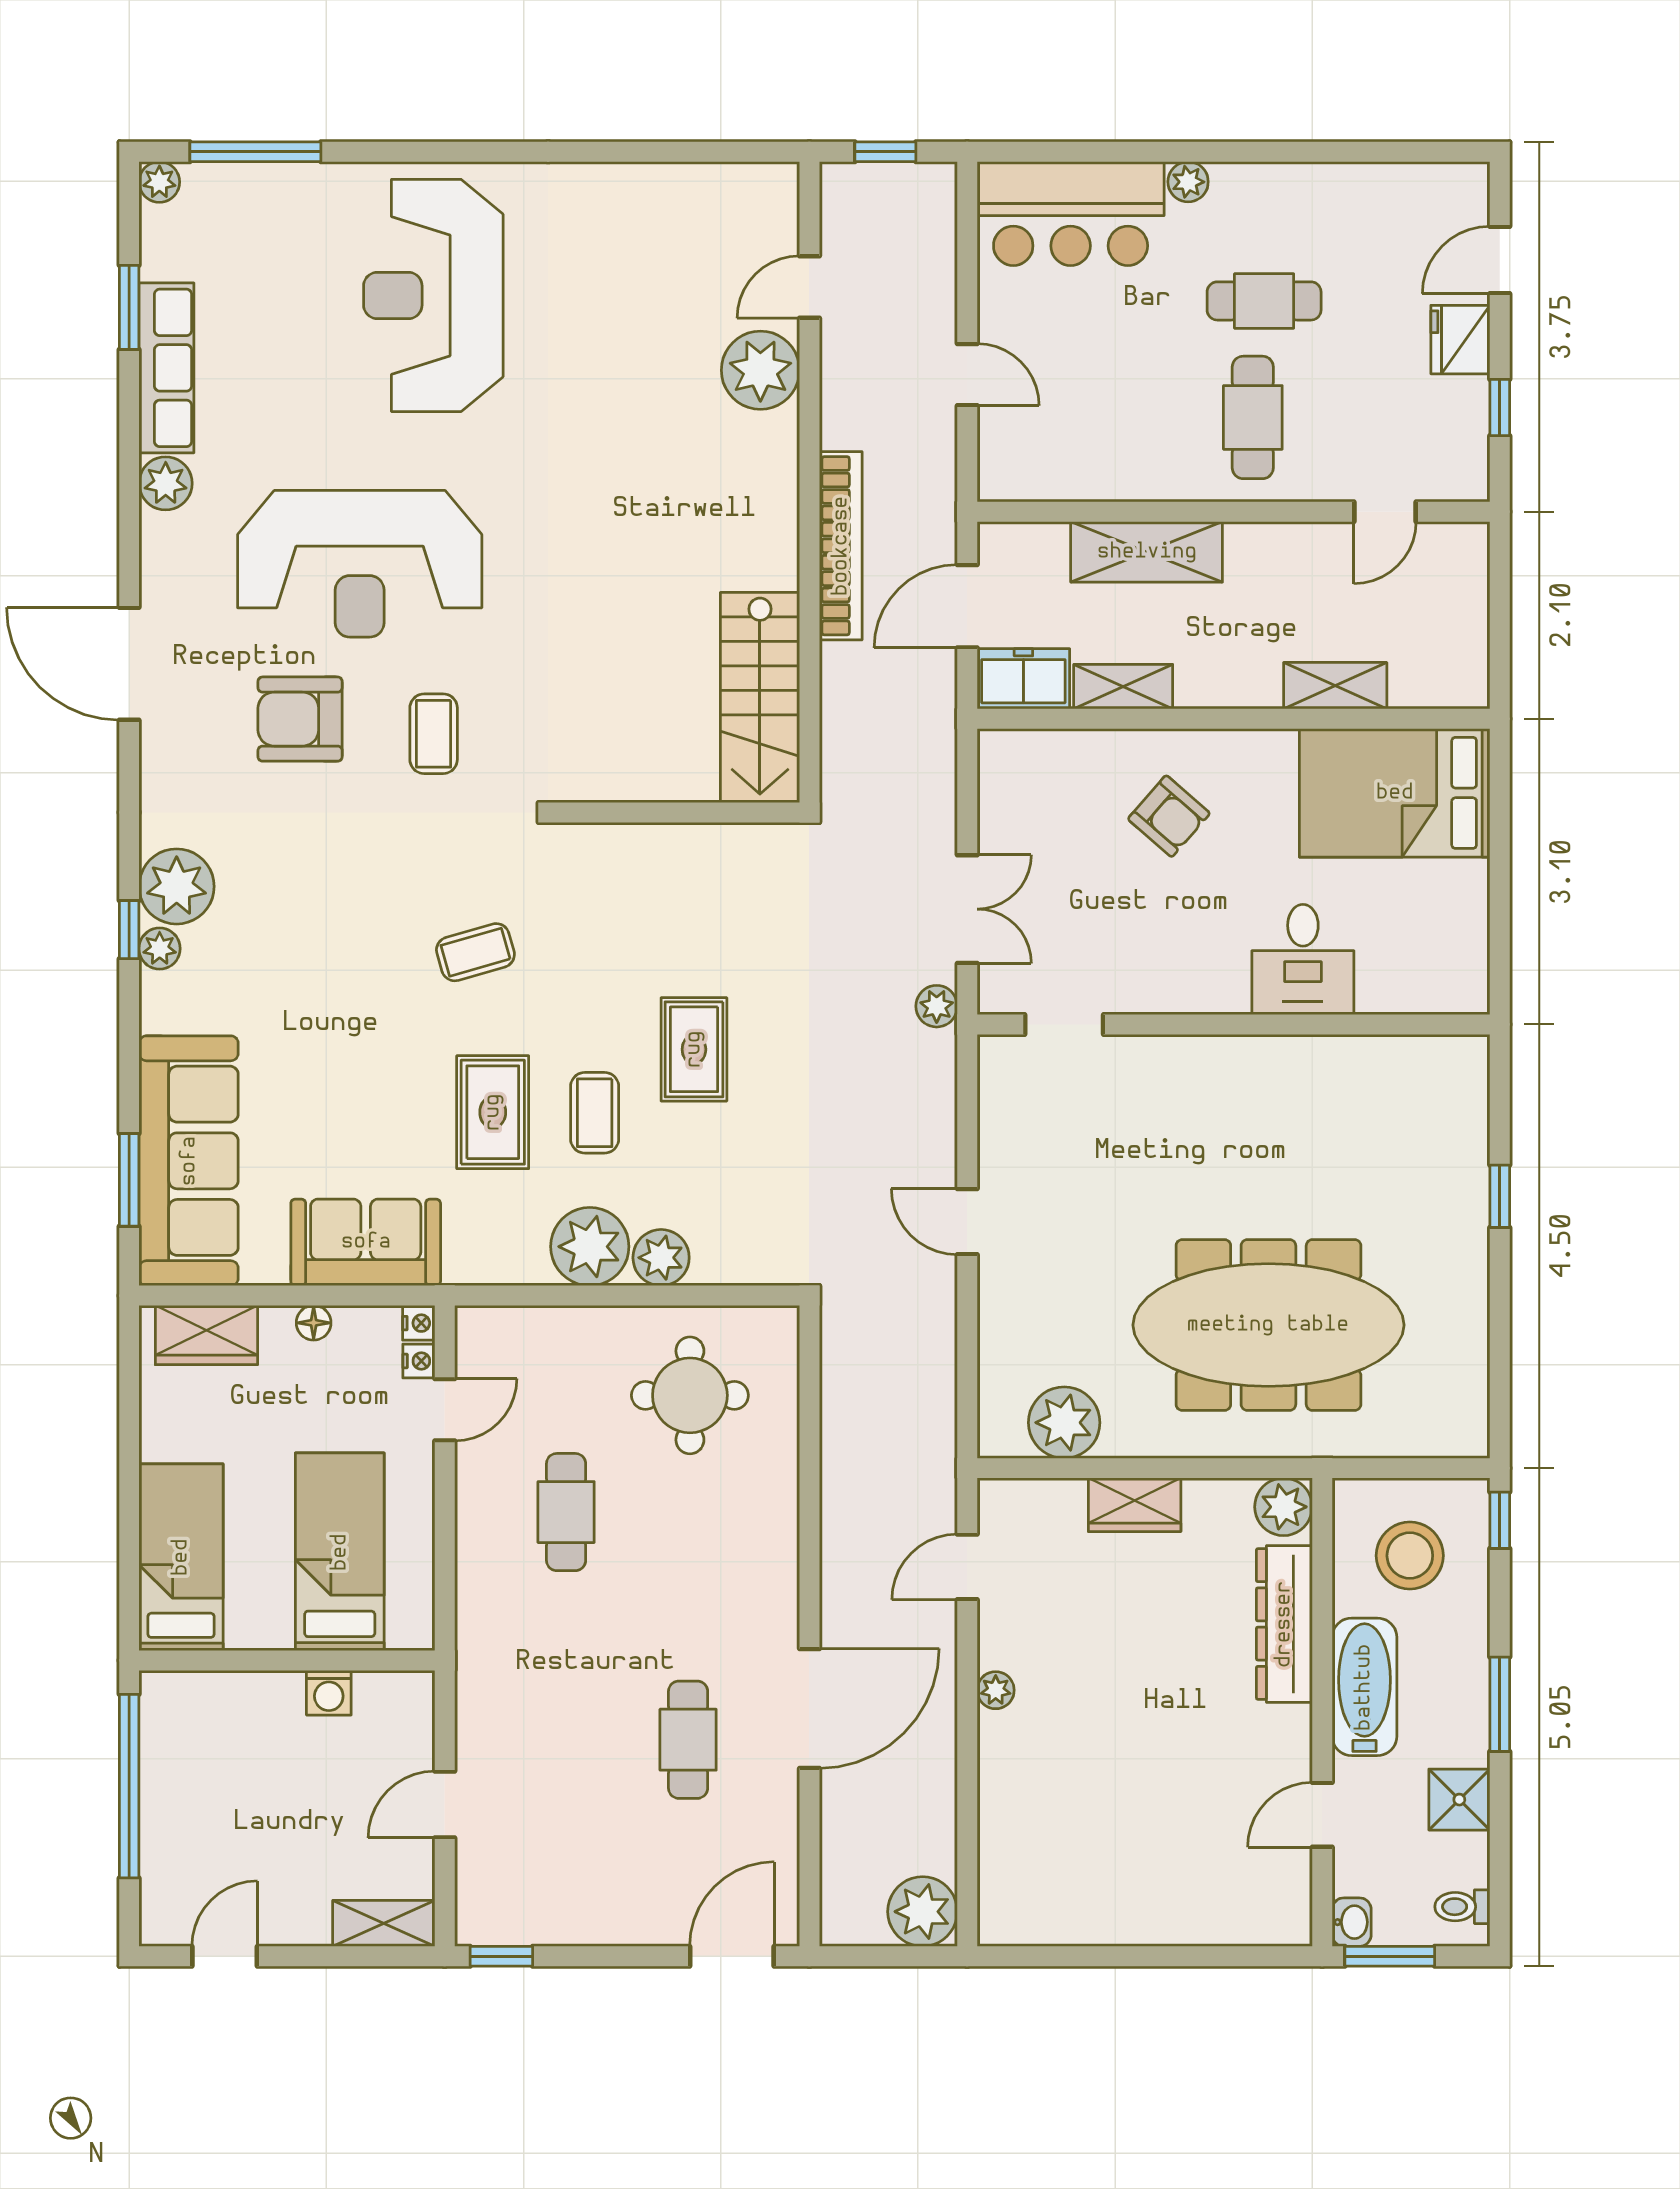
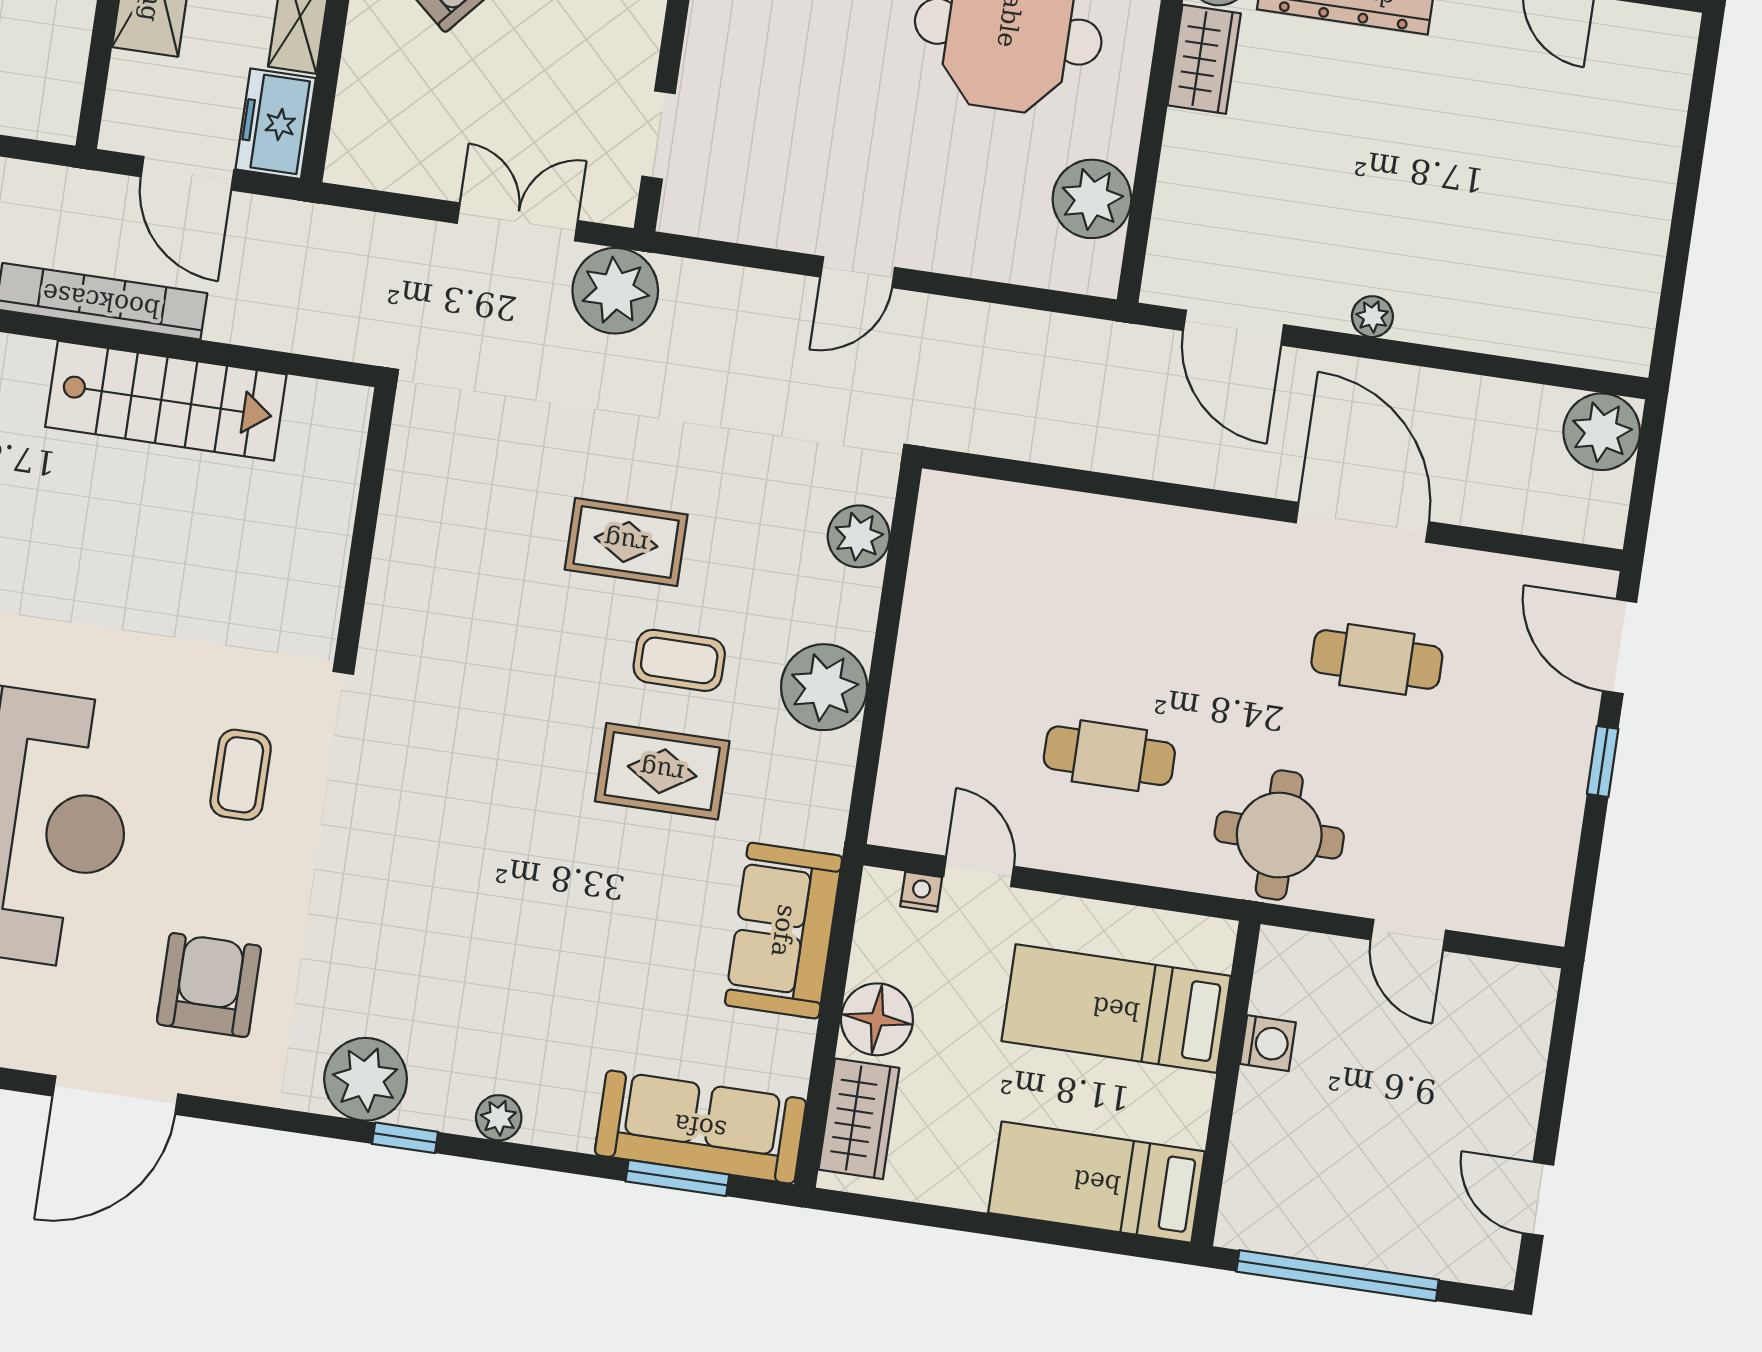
stairs: (760, 697) -> (166, 401), moved
armchair: (300, 719) -> (209, 985), moved, turned 180
coffee table: (434, 734) -> (241, 775), turned 90
plant: (160, 949) -> (499, 1118), moved
coffee table: (475, 952) -> (485, 764), removed
plant: (937, 1006) -> (615, 291), width x1.88, depth x1.88
sofa: (189, 1161) -> (700, 1127), width x0.74, depth x0.79
plant: (661, 1258) -> (859, 536), moved
floor lamp: (314, 1323) -> (877, 1019), width x1.89, depth x1.89
nightstand: (419, 1323) -> (880, 886), removed
round table: (690, 1395) -> (1279, 835), moved
wardrobe: (1135, 1505) -> (1204, 59), moved
door: (967, 1567) -> (1234, 328), width x1.38
shelving: (384, 1923) -> (1528, 1020), removed
window: (501, 1956) -> (1603, 761), moved

